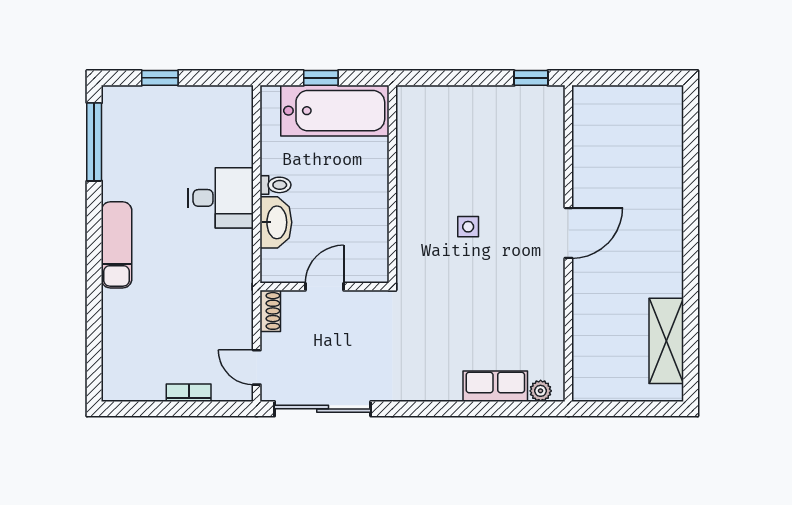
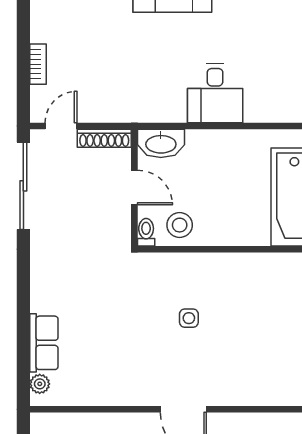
toilet: (275, 185) -> (146, 232), moved, turned 180
washbasin: (276, 222) -> (161, 143), moved
stool: (366, 237) -> (180, 225), added
shoe rack: (270, 311) -> (104, 138), width x1.43

